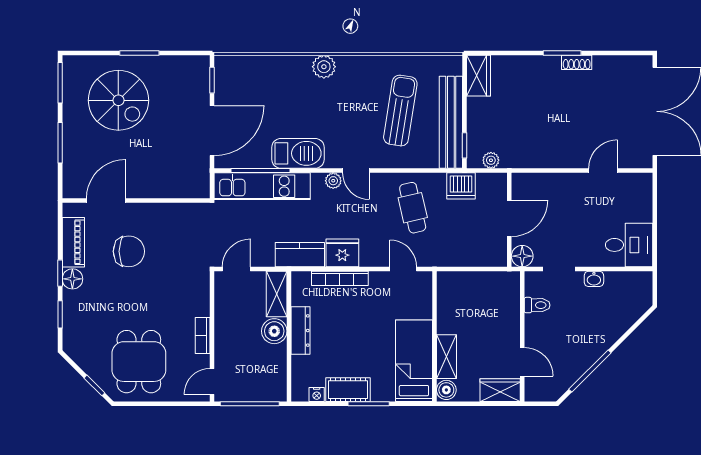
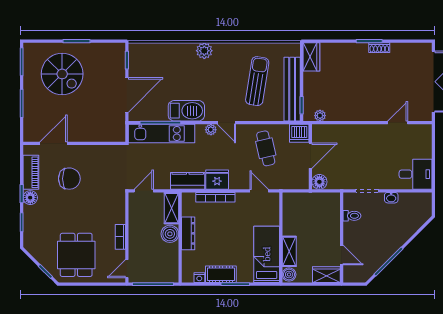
door: (509, 218) -> (310, 156), moved
wall: (509, 220) -> (310, 157), moved
floor lamp: (522, 256) -> (319, 182), moved

